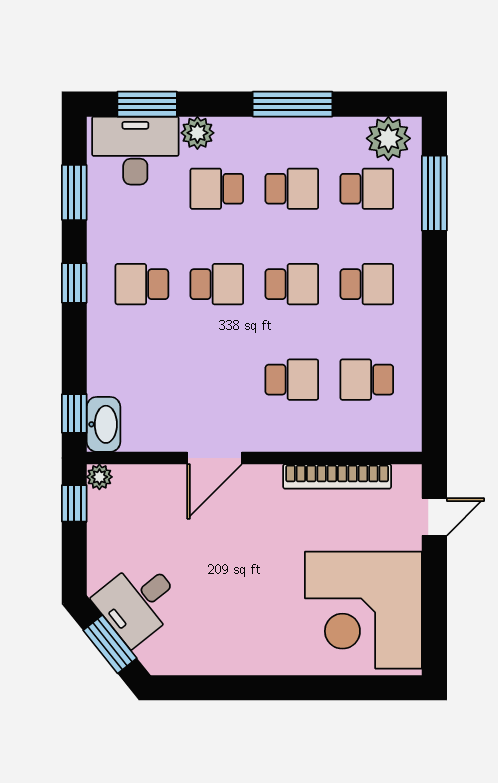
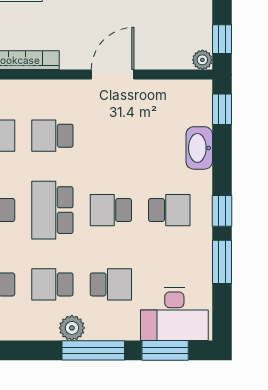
window: (293, 104) -> (93, 350), moved
plant: (197, 133) -> (72, 328), moved
window: (74, 192) -> (222, 262), moved
school desk: (292, 284) -> (52, 210), width x1.85
washbasin: (103, 424) -> (199, 148), moved

